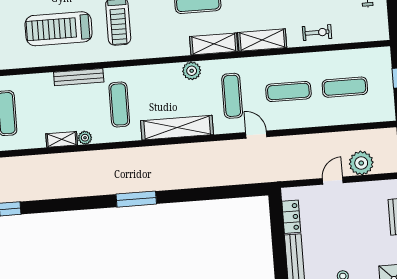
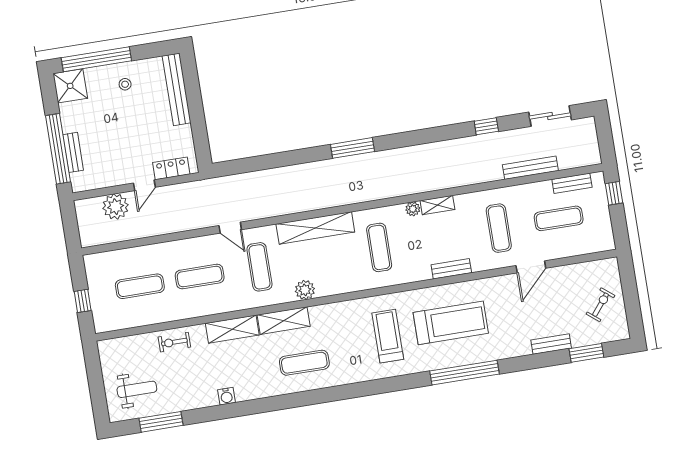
bench: (79, 77) -> (451, 269), moved, width x0.73
locker: (291, 217) -> (171, 168), moved, turned 90

